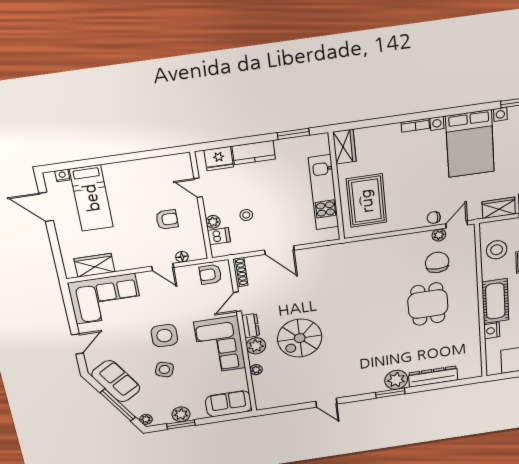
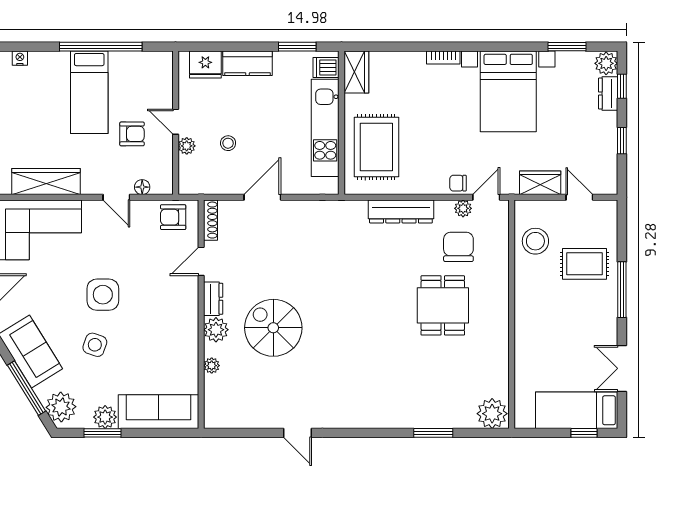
window: (129, 157) -> (101, 47), added
door: (198, 188) -> (176, 122), moved
bed: (91, 198) -> (89, 92), moved
dishwasher: (219, 236) -> (326, 68), moved, turned 180
door: (279, 250) -> (262, 197), swing flipped
wardrobe: (94, 265) -> (46, 182), width x1.50
cot: (495, 301) -> (531, 316), removed
nightstand: (492, 331) -> (524, 360), removed
spiral stairs: (300, 338) -> (273, 328), turned 90
corner sofa: (220, 345) -> (170, 321), removed
dresser: (433, 377) -> (401, 211), moved, turned 180
plant: (396, 380) -> (492, 414), moved
window: (390, 393) -> (433, 433), moved
sofa: (229, 404) -> (158, 412), width x1.36
plant: (146, 419) -> (61, 407), width x1.88, depth x1.88

